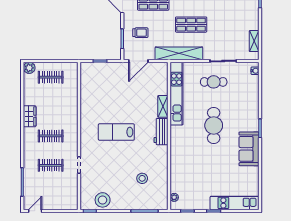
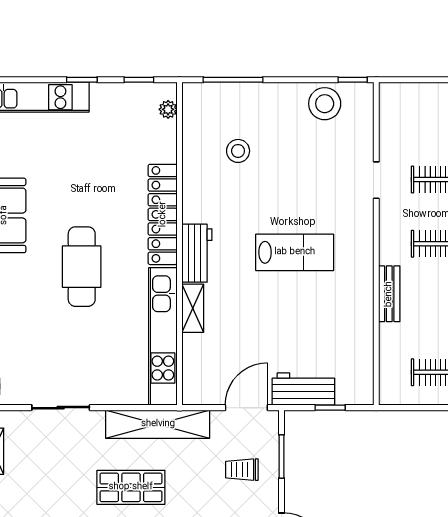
workbench: (112, 69) -> (303, 389), added
cafe table: (214, 82) -> (82, 362), removed
bench: (73, 113) -> (389, 294), added
locker: (177, 149) -> (163, 214), added

